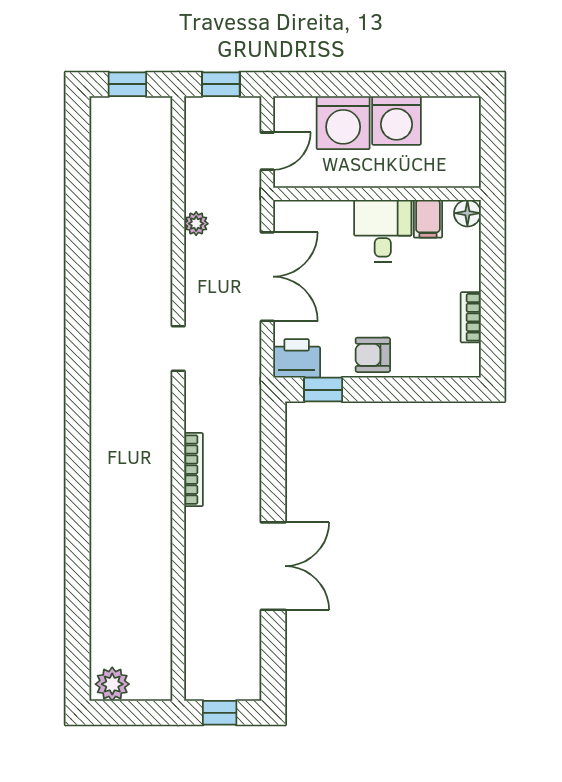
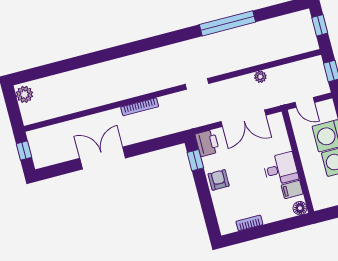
window: (77, 260) -> (228, 23), added
double door: (273, 566) -> (103, 158), swing flipped

